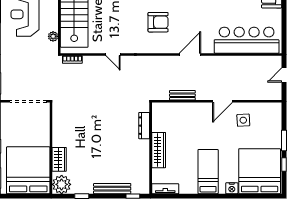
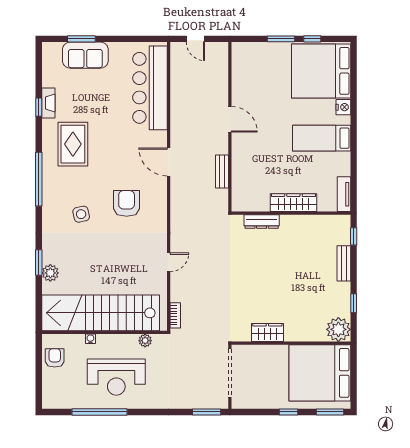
side table: (243, 120) -> (254, 92), removed
wardrobe: (59, 159) -> (267, 332), moved
bench: (112, 189) -> (344, 263), width x0.73

